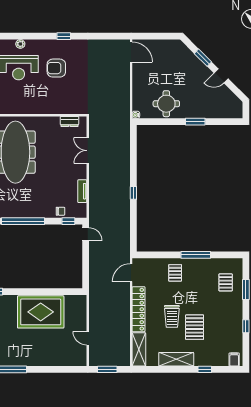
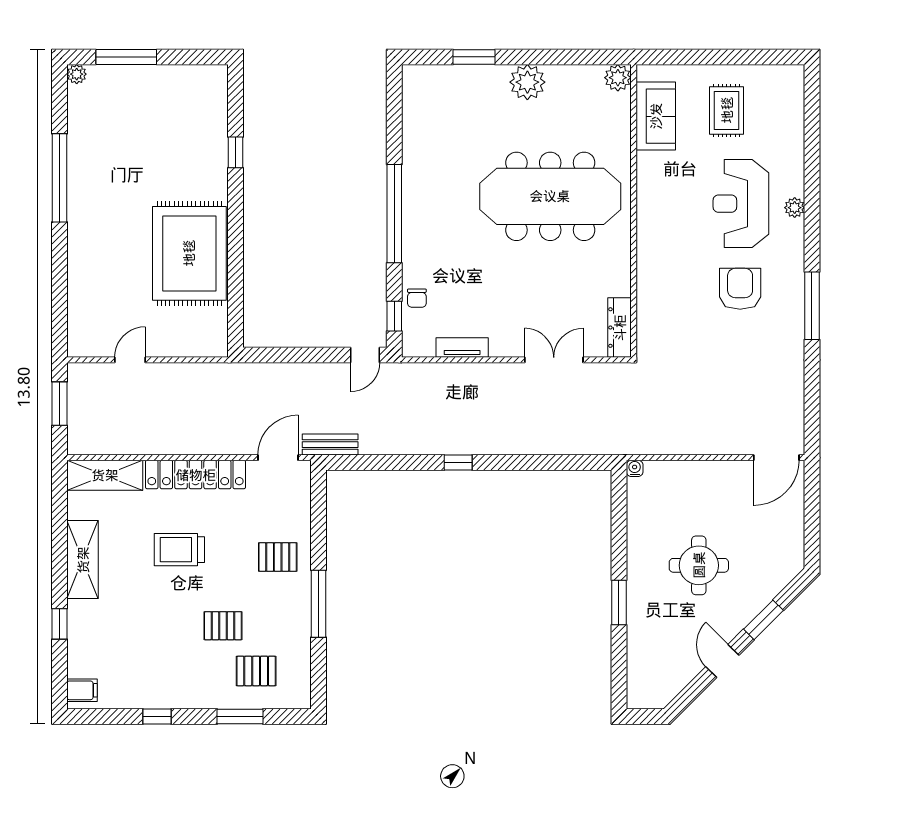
window: (64, 36) -> (812, 306), width x2.17
round table: (166, 104) -> (699, 565), moved
dresser: (69, 121) -> (620, 328), width x1.44
bench: (125, 250) -> (330, 445), added
door: (131, 273) -> (278, 458), hinge flipped
pallet: (195, 327) -> (223, 626), moved, width x0.67, depth x0.71

